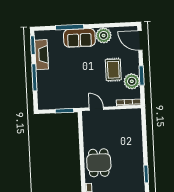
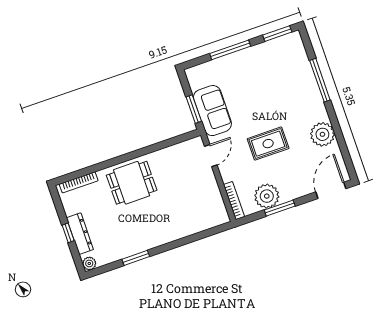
sofa: (79, 38) -> (212, 111), moved, turned 180
fireplace: (41, 55) -> (267, 51), removed
rug: (113, 70) -> (268, 144), moved

